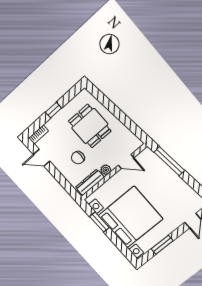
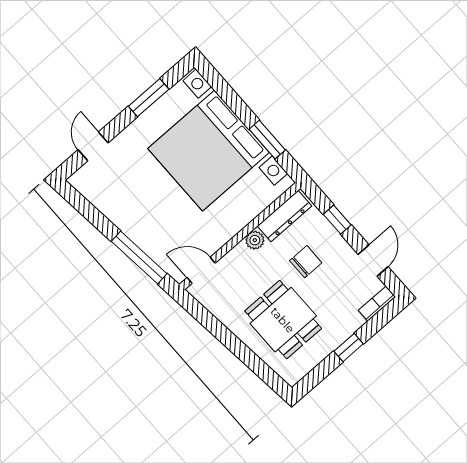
door: (42, 158) -> (373, 261), hinge flipped
door: (126, 162) -> (201, 270), moved
window: (61, 180) -> (337, 220), added

